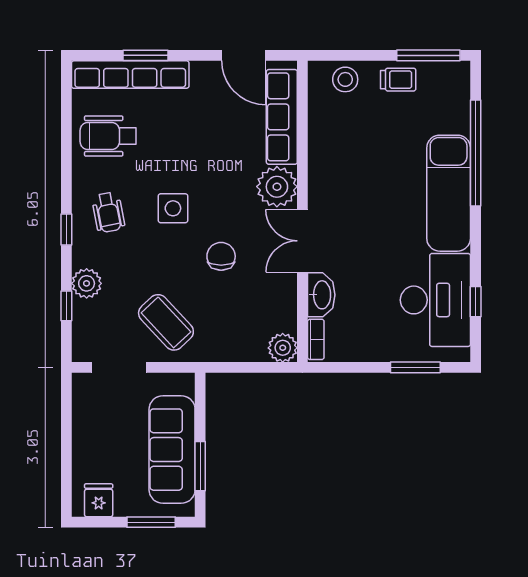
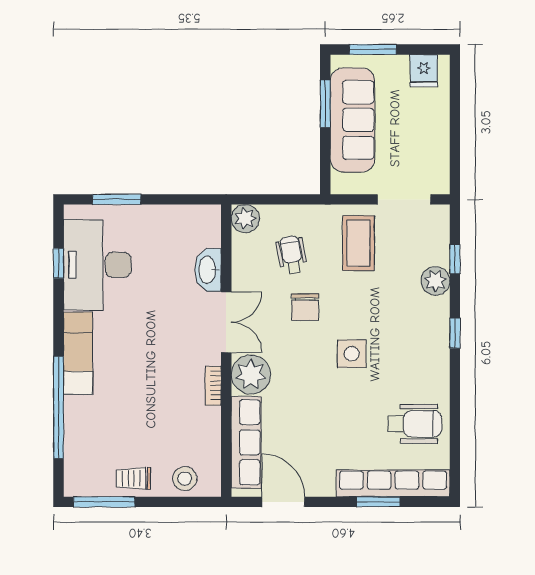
exam couch: (449, 193) -> (78, 353), width x0.73, depth x0.69
wheelchair: (108, 212) -> (292, 255), moved
coffee table: (166, 322) -> (358, 243), turned 43
bookcase: (316, 339) -> (213, 386), moved

